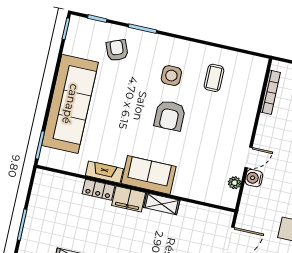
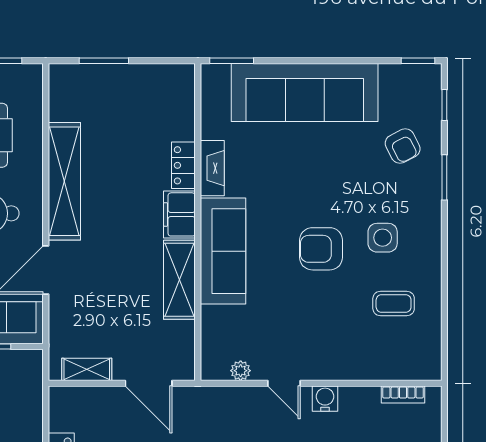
armchair: (117, 50) -> (403, 146), turned 85
bookcase: (270, 92) -> (403, 395), width x0.64
sofa: (149, 175) -> (223, 251), width x1.36
water cooler: (254, 178) -> (325, 399), moved
shelving: (162, 204) -> (179, 280), width x1.50, depth x1.33

